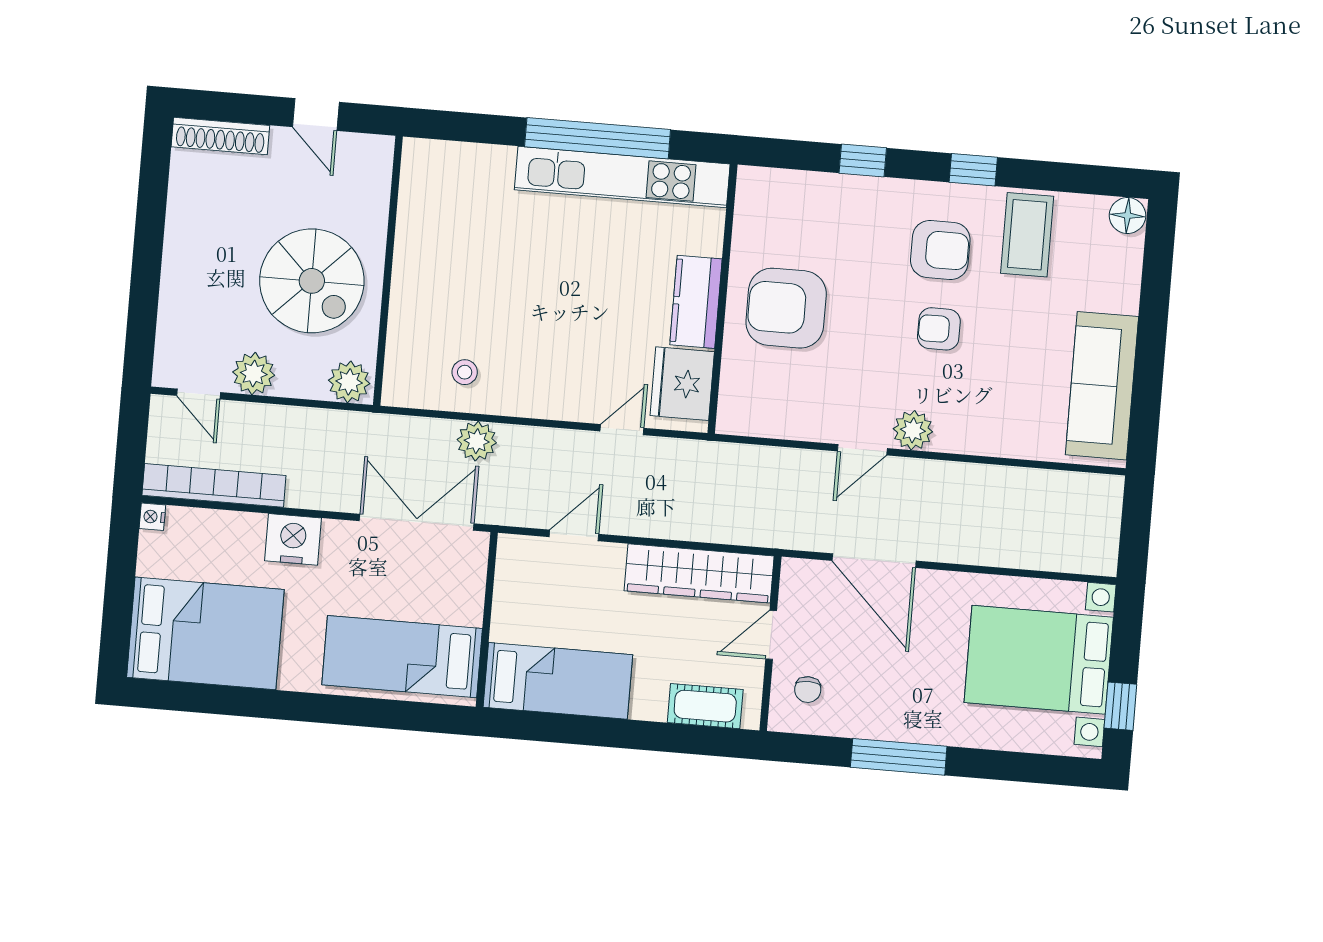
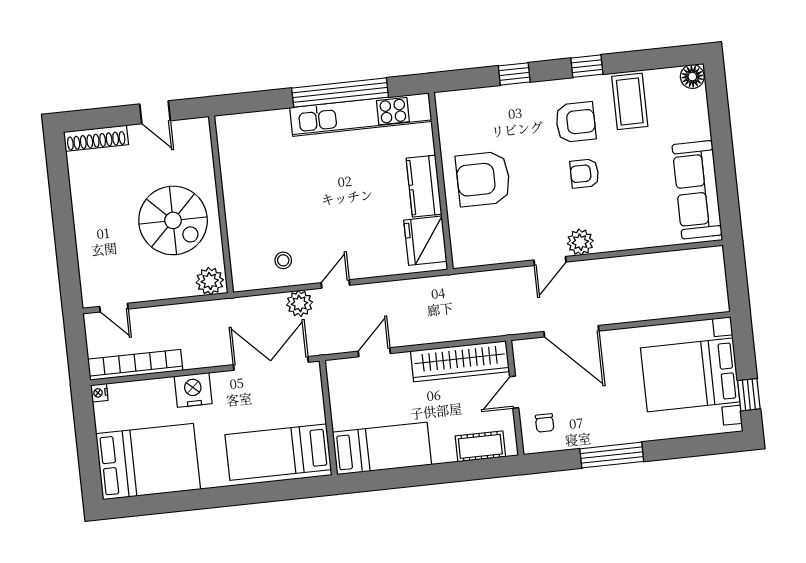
plant: (254, 374) -> (147, 288), removed
door: (622, 430) -> (335, 284), moved

